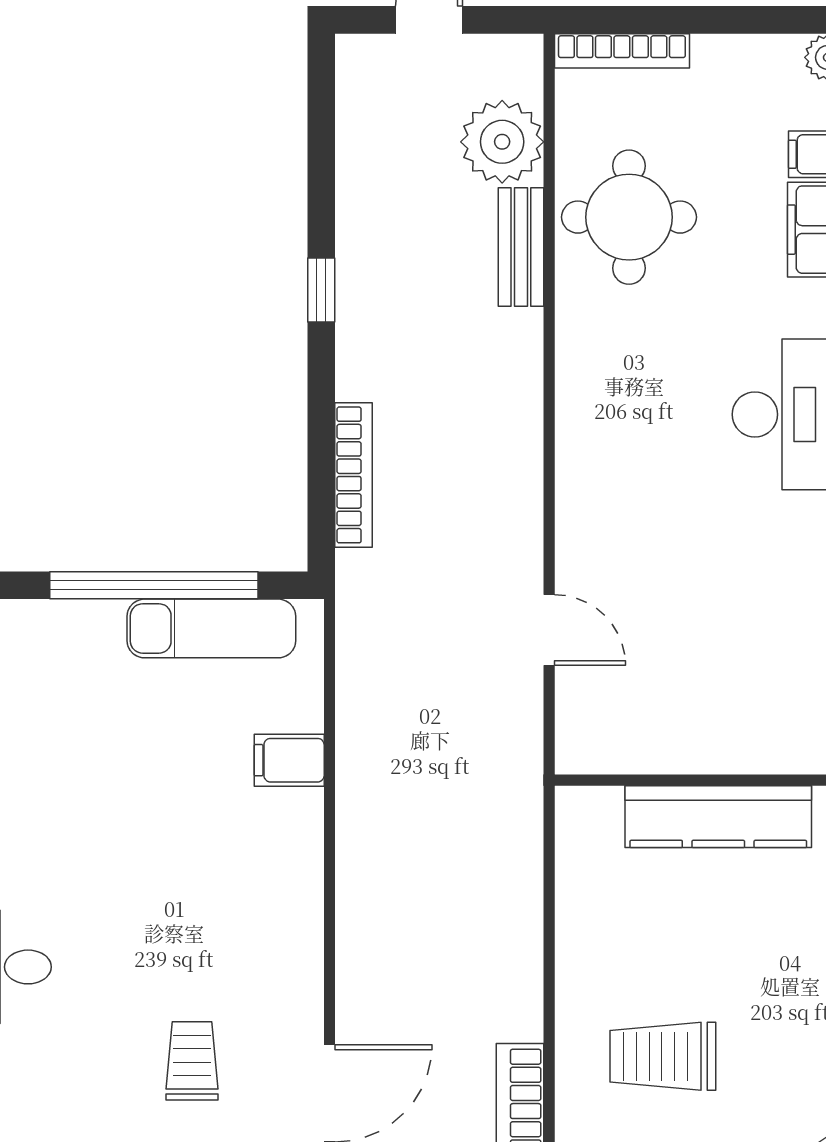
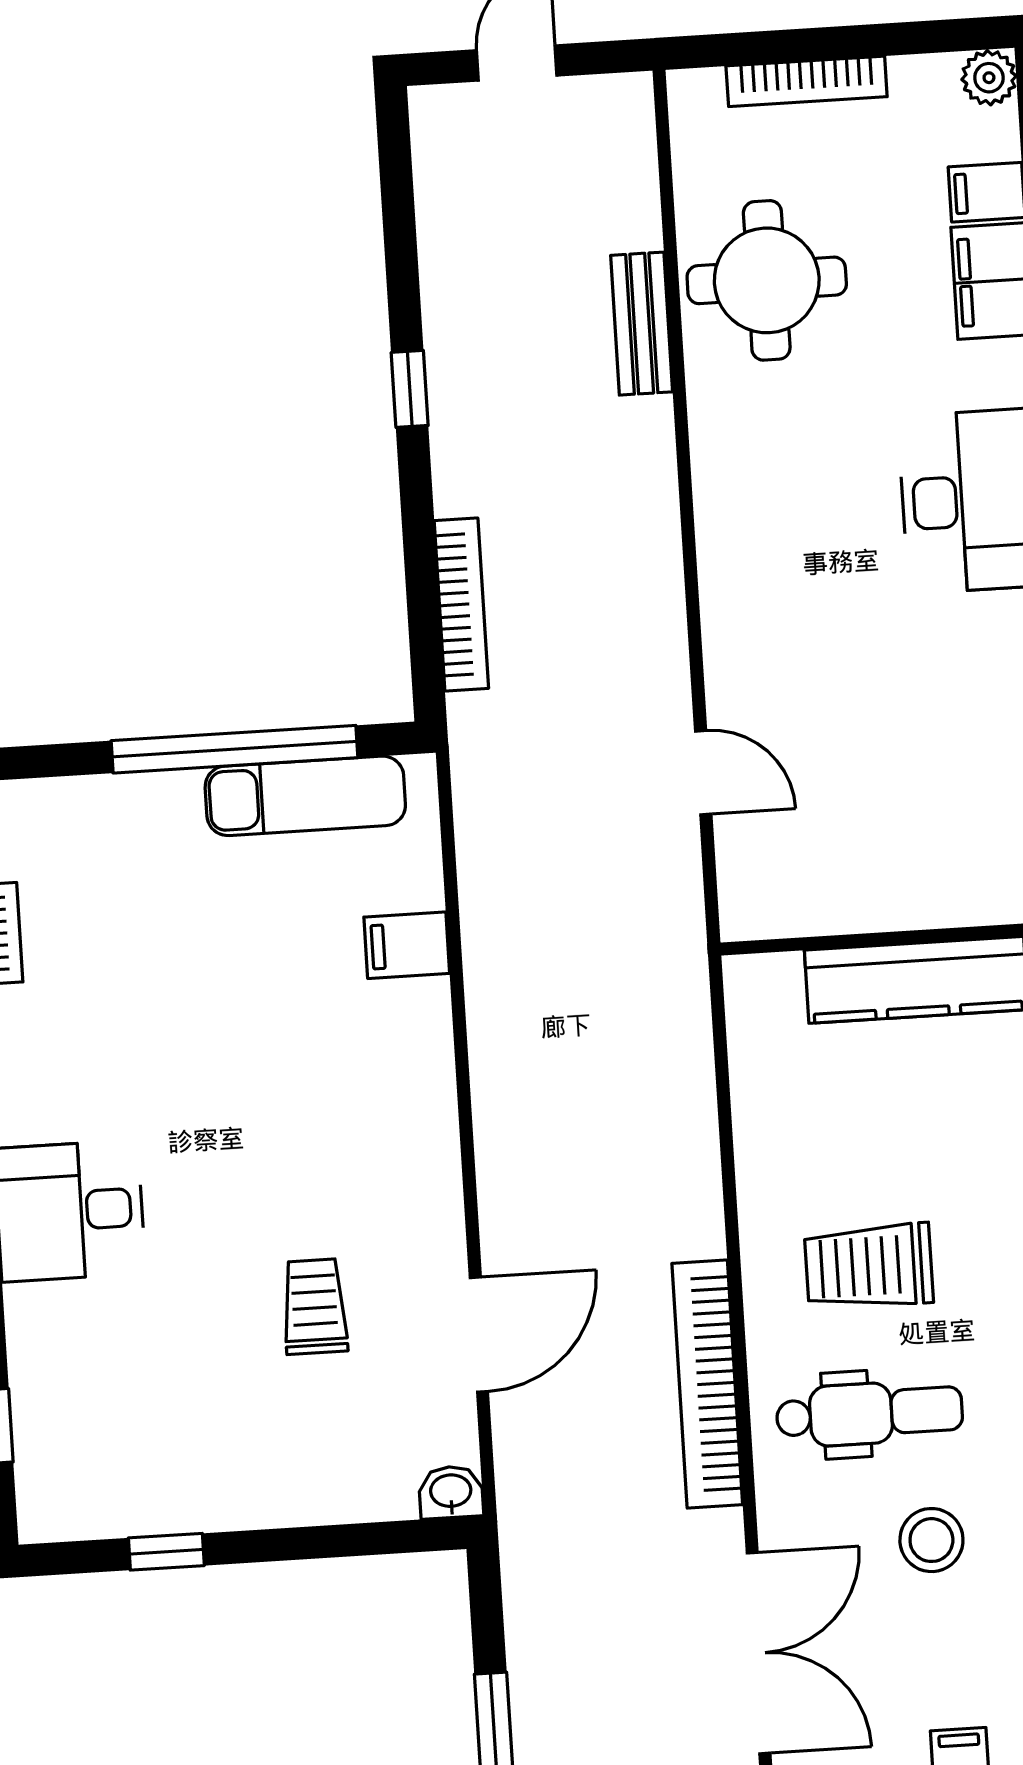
bookcase: (622, 51) -> (807, 81), moved
plant: (502, 142) -> (612, 201), removed

